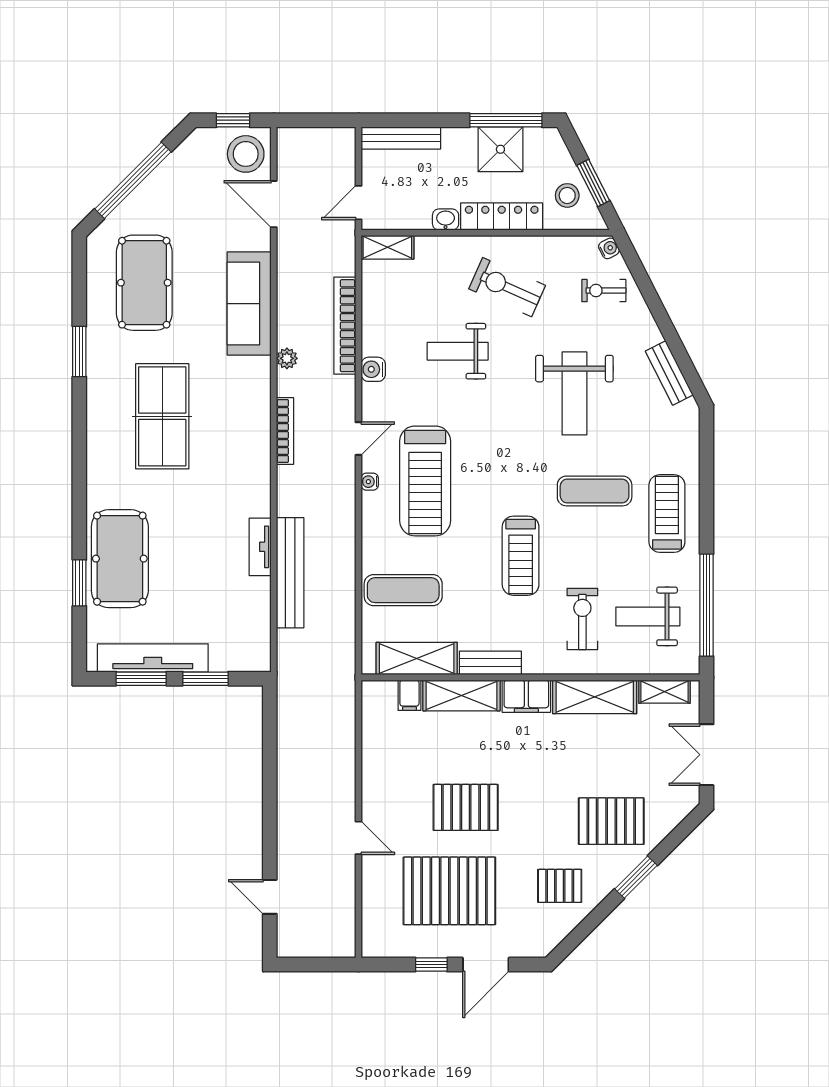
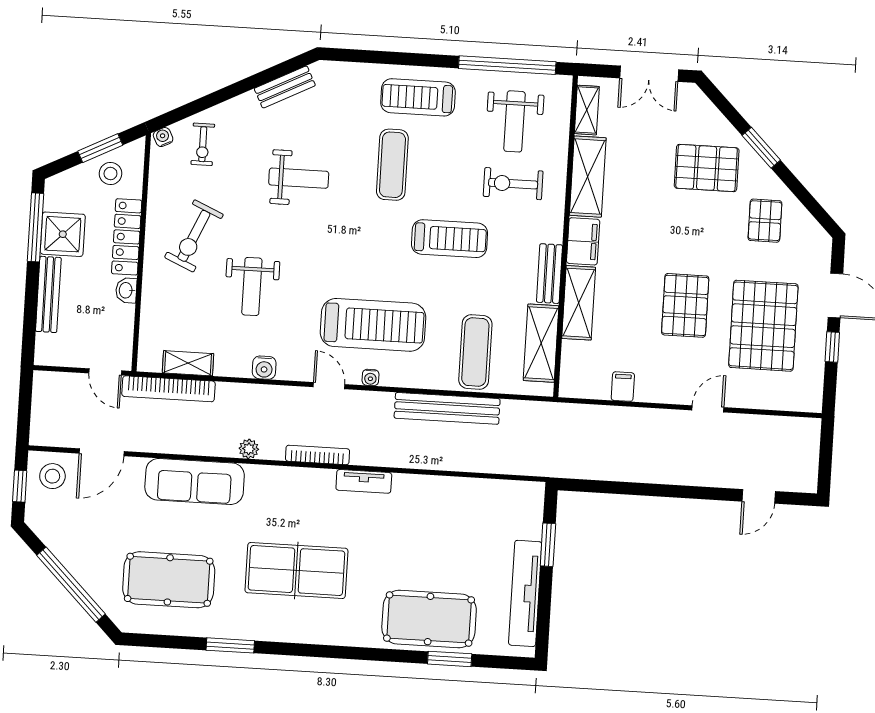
bench: (401, 138) -> (48, 294), moved
stool: (246, 154) -> (52, 476), width x0.73, depth x0.73
shelving: (387, 247) -> (188, 363), moved, turned 90
bookcase: (345, 326) -> (169, 389), moved
weight bench: (574, 393) -> (299, 178), width x0.73, depth x0.75
tv unit: (260, 547) -> (364, 481), moved
bench: (290, 573) -> (447, 408), moved
window: (141, 679) -> (544, 606), removed
filing cabinet: (409, 695) -> (623, 387), moved, turned -90
pallet: (611, 821) -> (707, 168), turned 90

